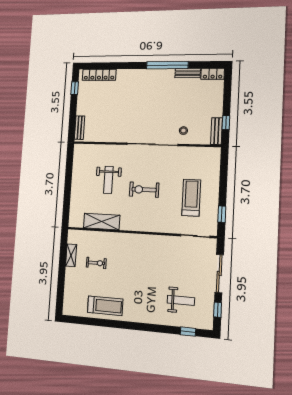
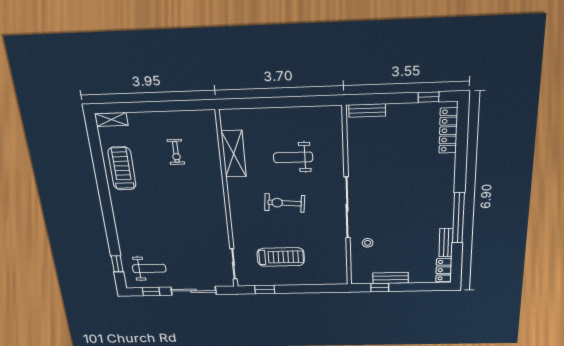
bench: (217, 131) -> (391, 278), moved
exercise bike: (144, 190) -> (285, 203), turned -85
shelving: (71, 255) -> (111, 119), moved
weight bench: (181, 300) -> (149, 268), moved, turned -90
treadmill: (105, 306) -> (122, 168), turned 180

